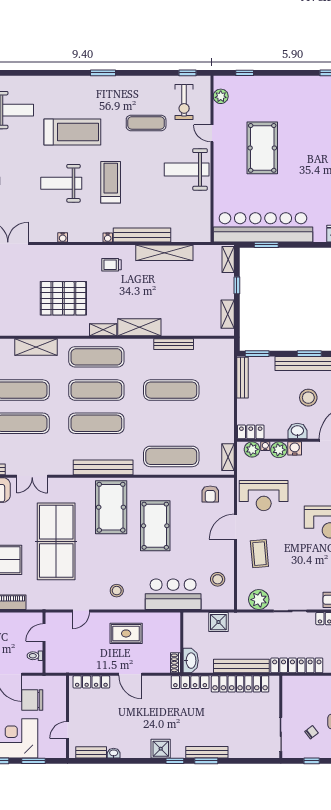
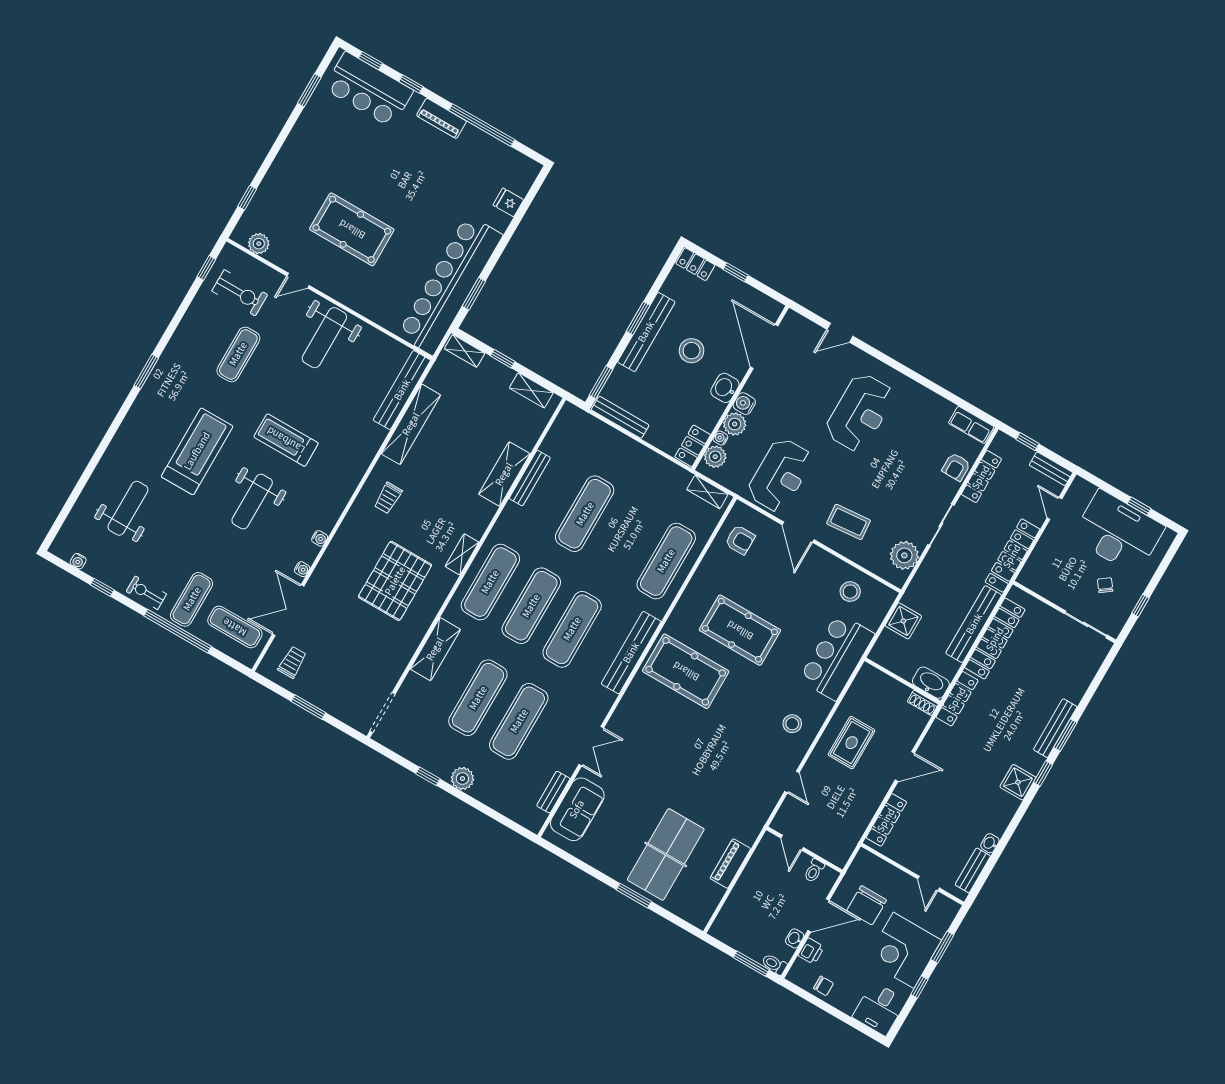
bench: (142, 235) -> (402, 390), moved
water cooler: (108, 238) -> (302, 569), moved
shelving: (139, 327) -> (504, 474), moved
table tennis table: (56, 541) -> (688, 763), removed

